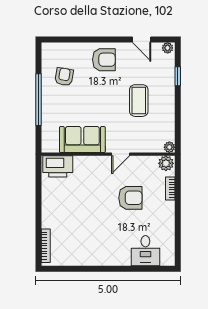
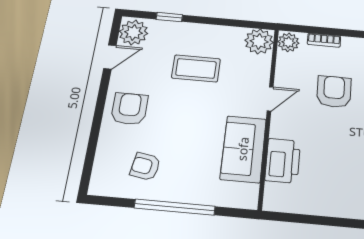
plant: (168, 48) -> (133, 32), width x1.88, depth x1.88
plant: (169, 147) -> (259, 41), width x1.88, depth x1.88
door: (121, 154) -> (270, 99), hinge flipped
printer: (58, 166) -> (283, 161), moved

